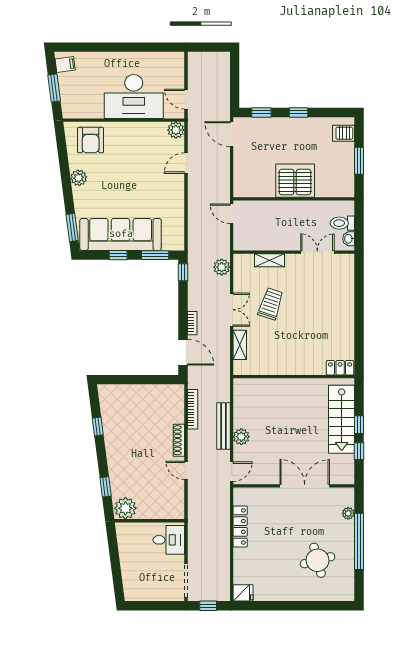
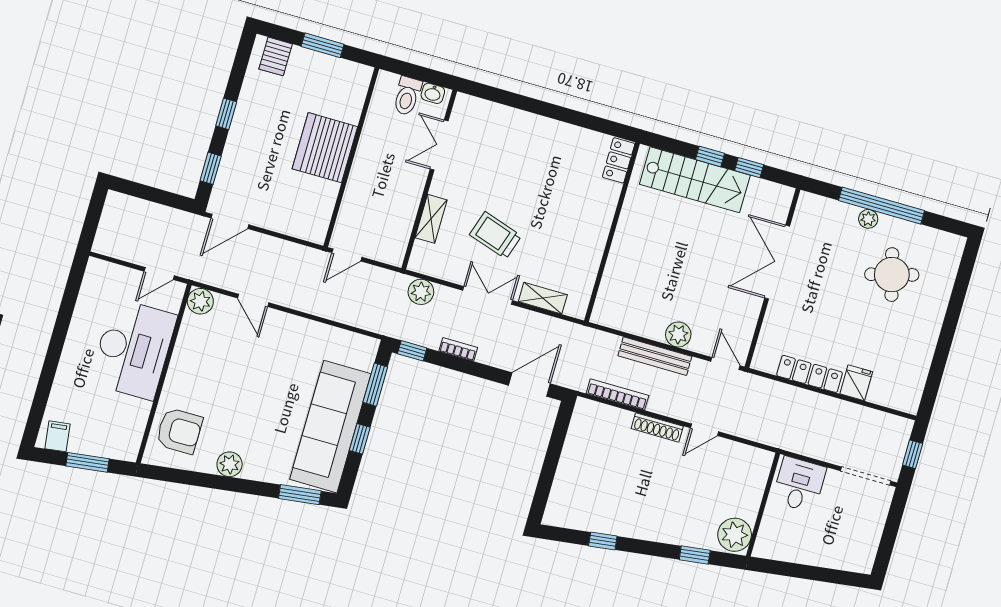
bookcase: (192, 323) -> (458, 349), moved
plant: (348, 513) -> (868, 219), moved
fridge: (243, 593) -> (856, 383), moved

